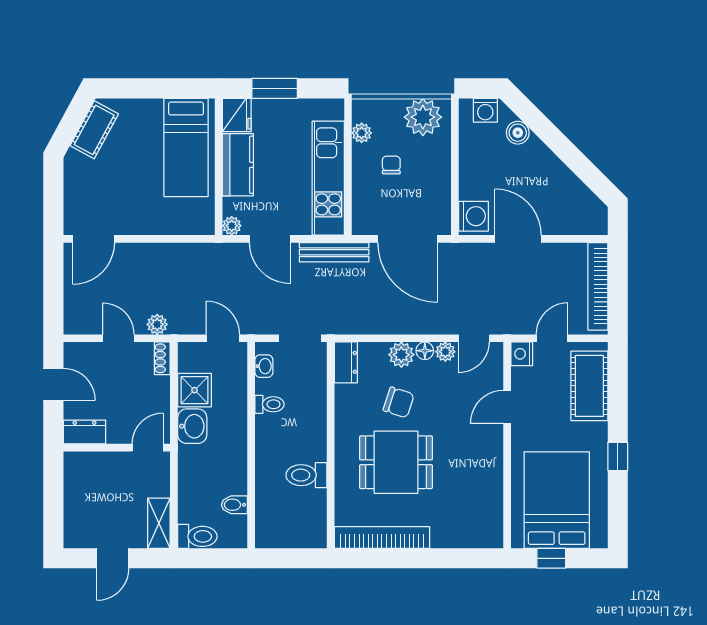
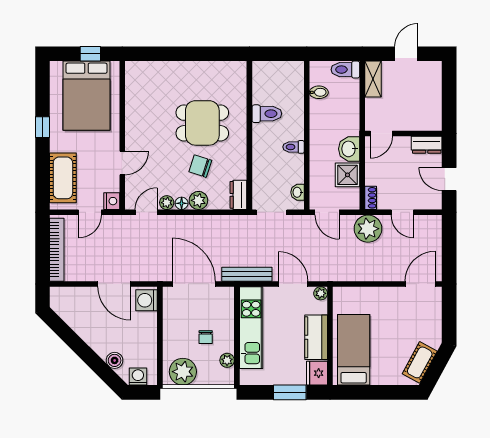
plant: (157, 324) -> (368, 229), width x1.88, depth x1.88
toilet: (269, 404) -> (293, 147), moved
bookcase: (382, 538) -> (212, 69), removed

